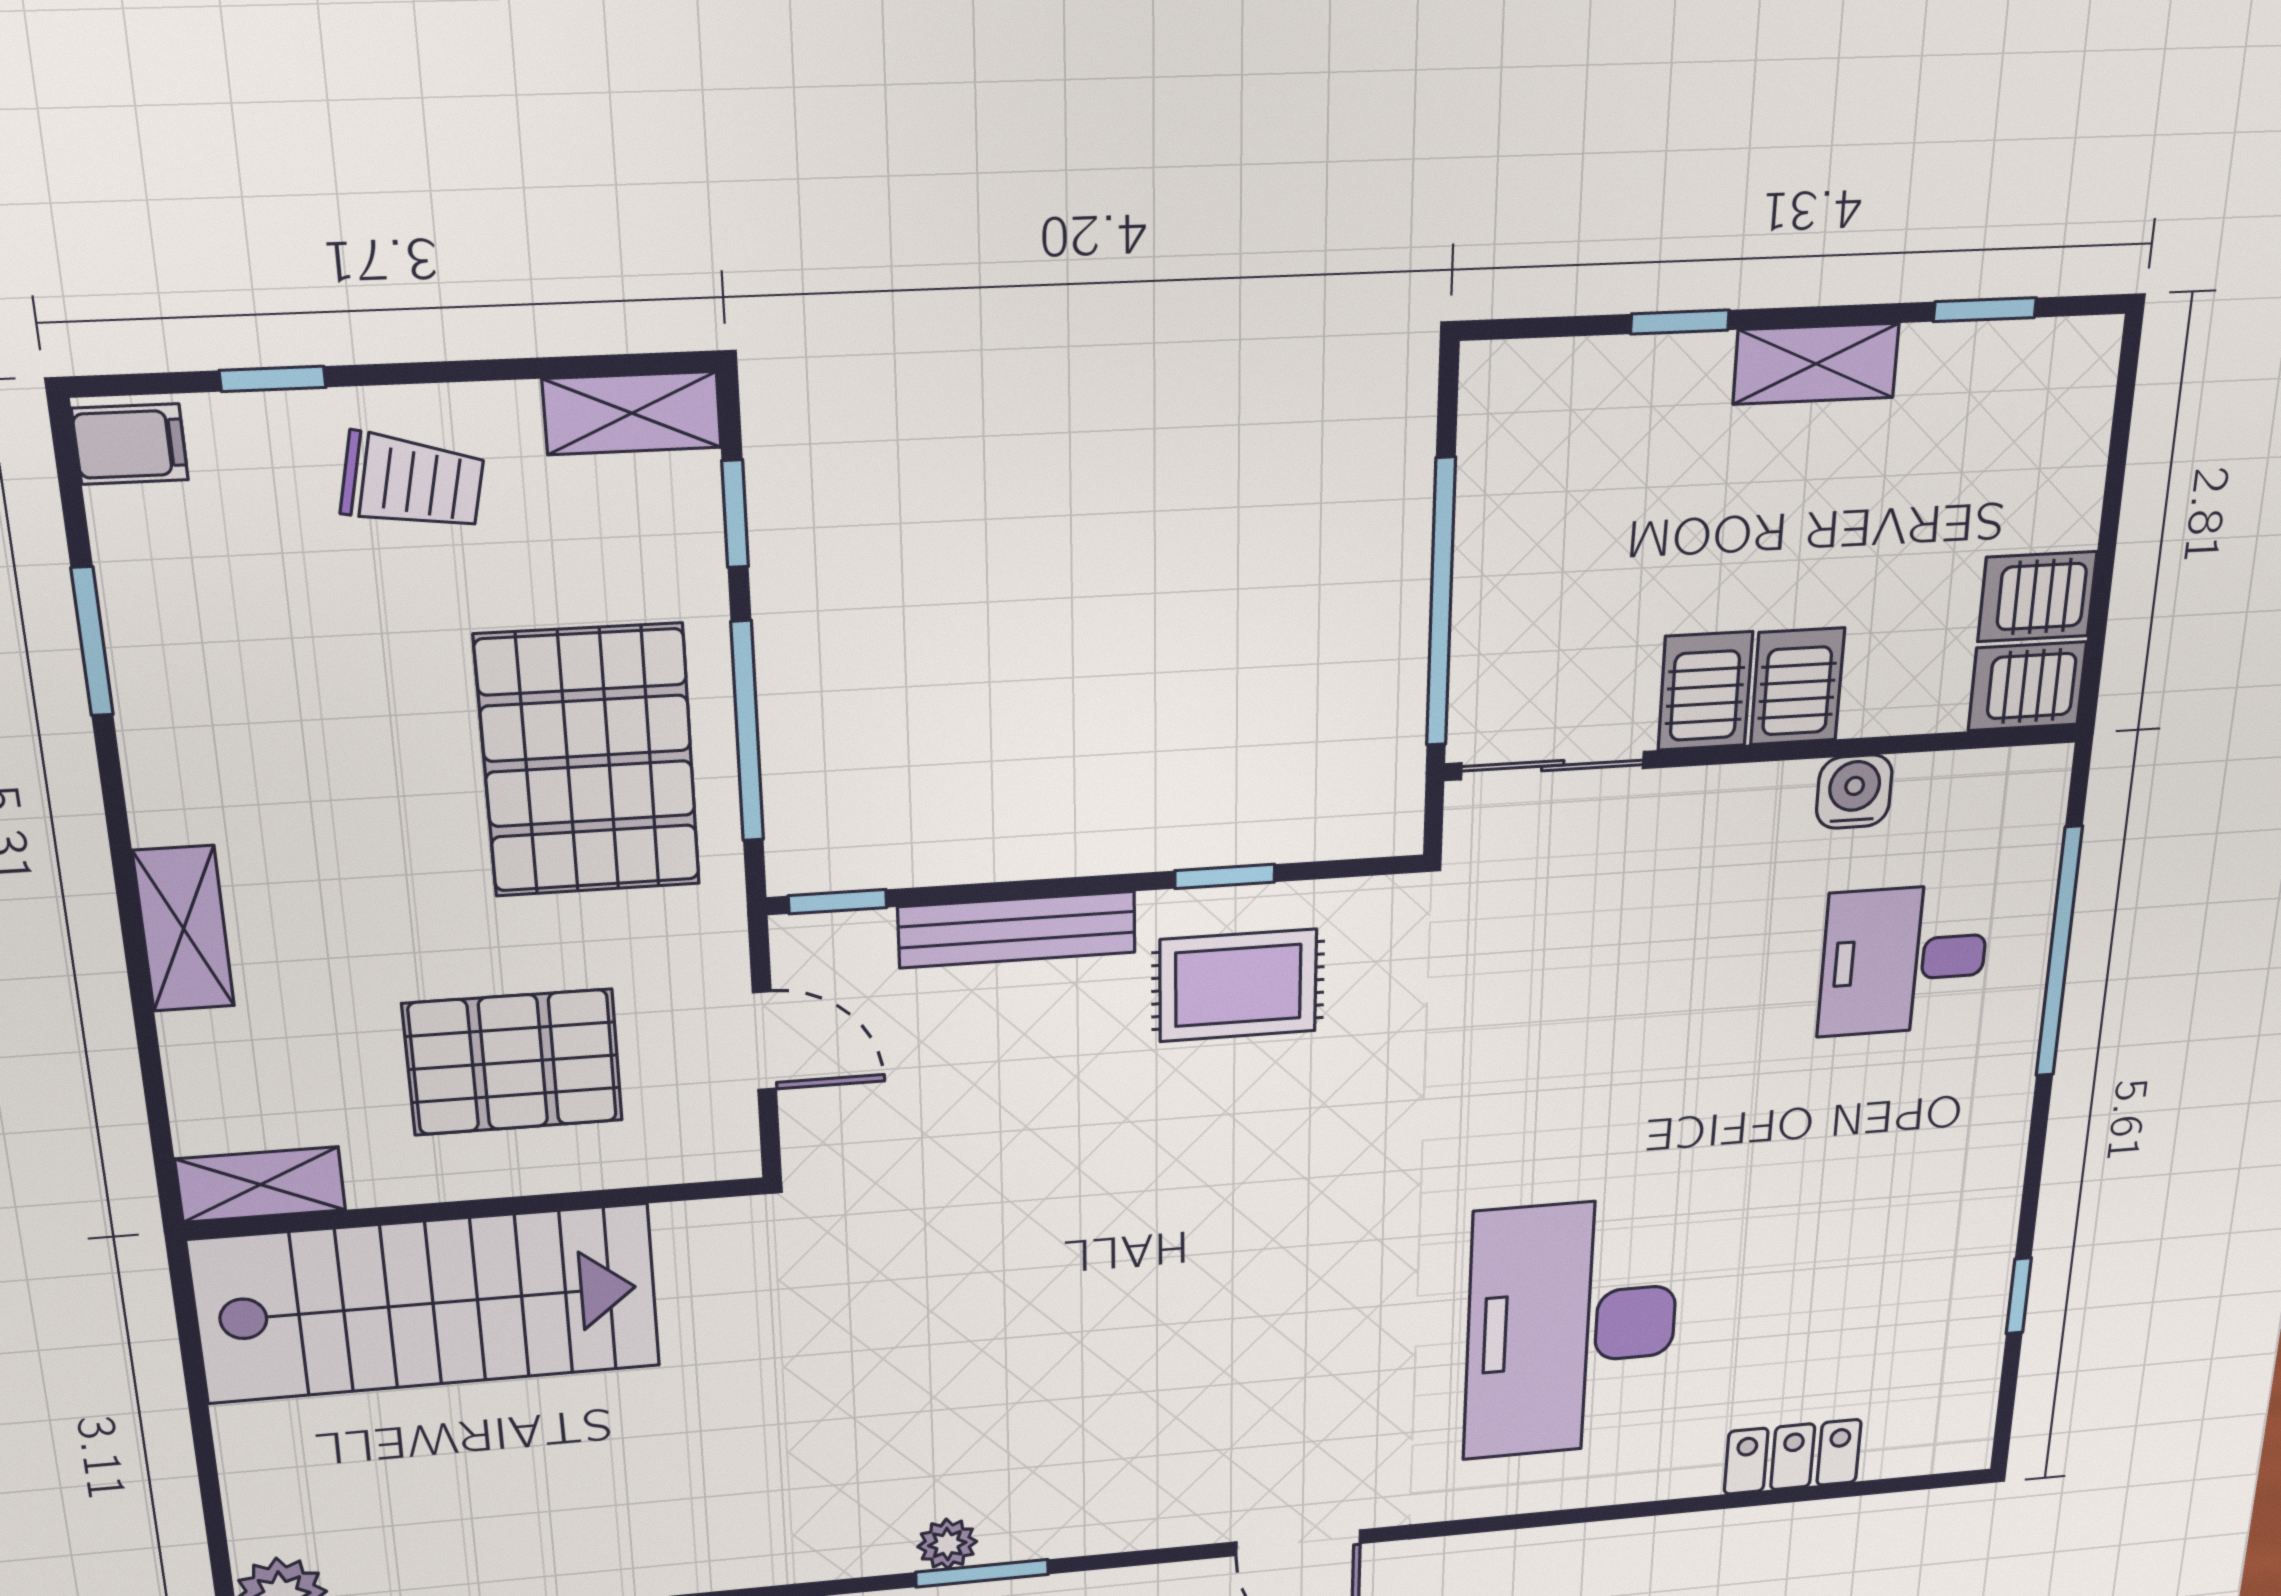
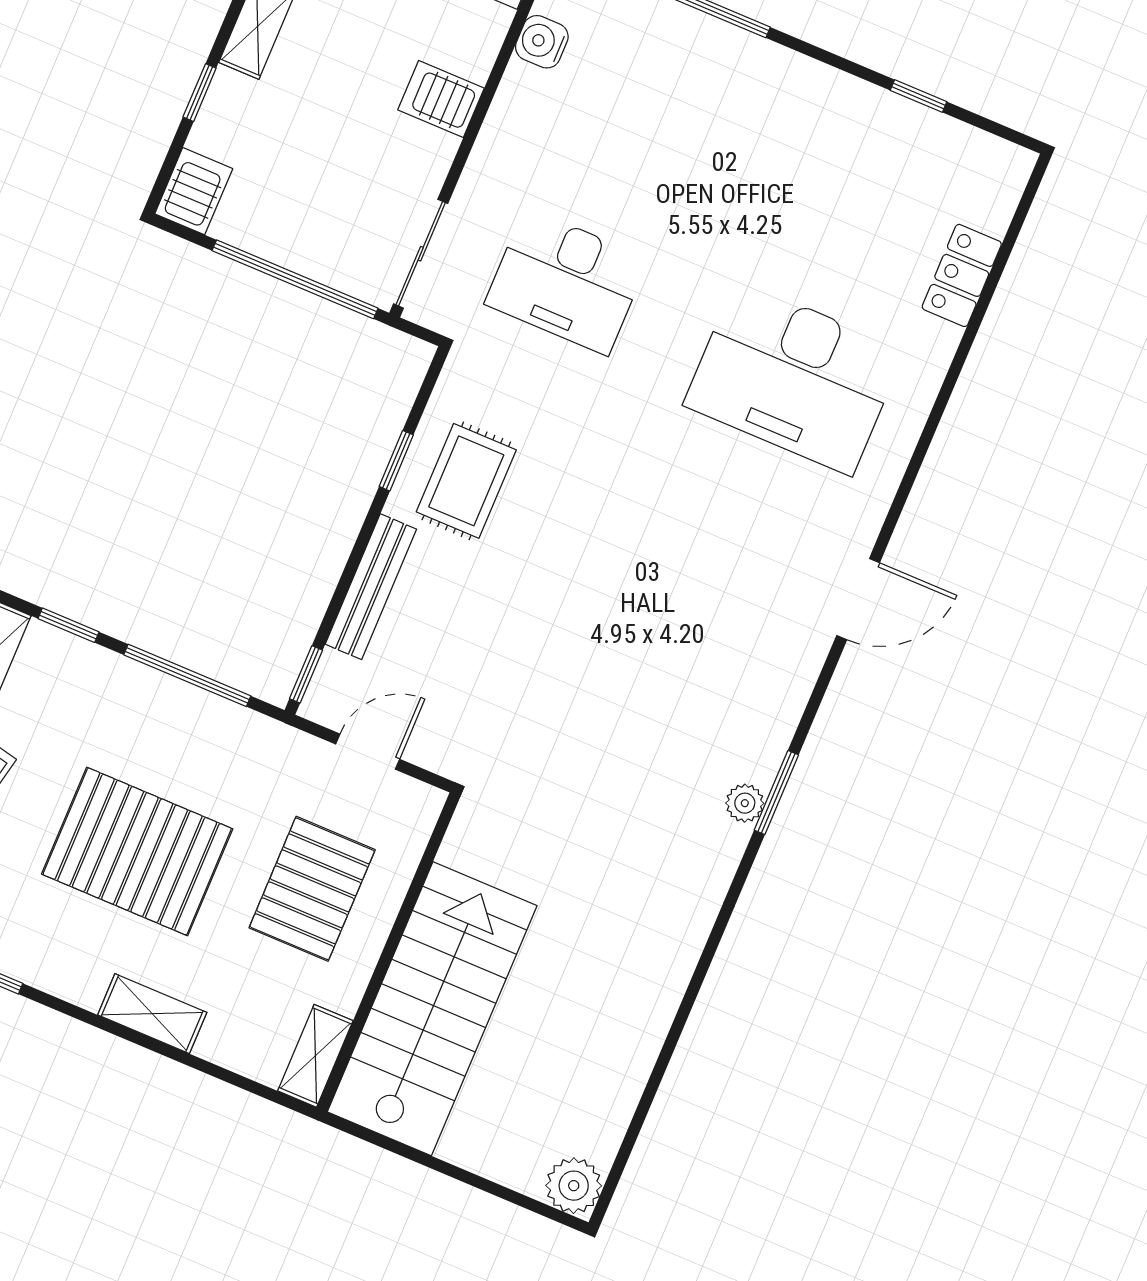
server rack: (1705, 691) -> (194, 191), moved, turned 90
pallet: (588, 761) -> (137, 851), moved
water cooler: (1854, 792) -> (542, 42), moved
desk: (1904, 960) -> (567, 281), moved, width x1.37

